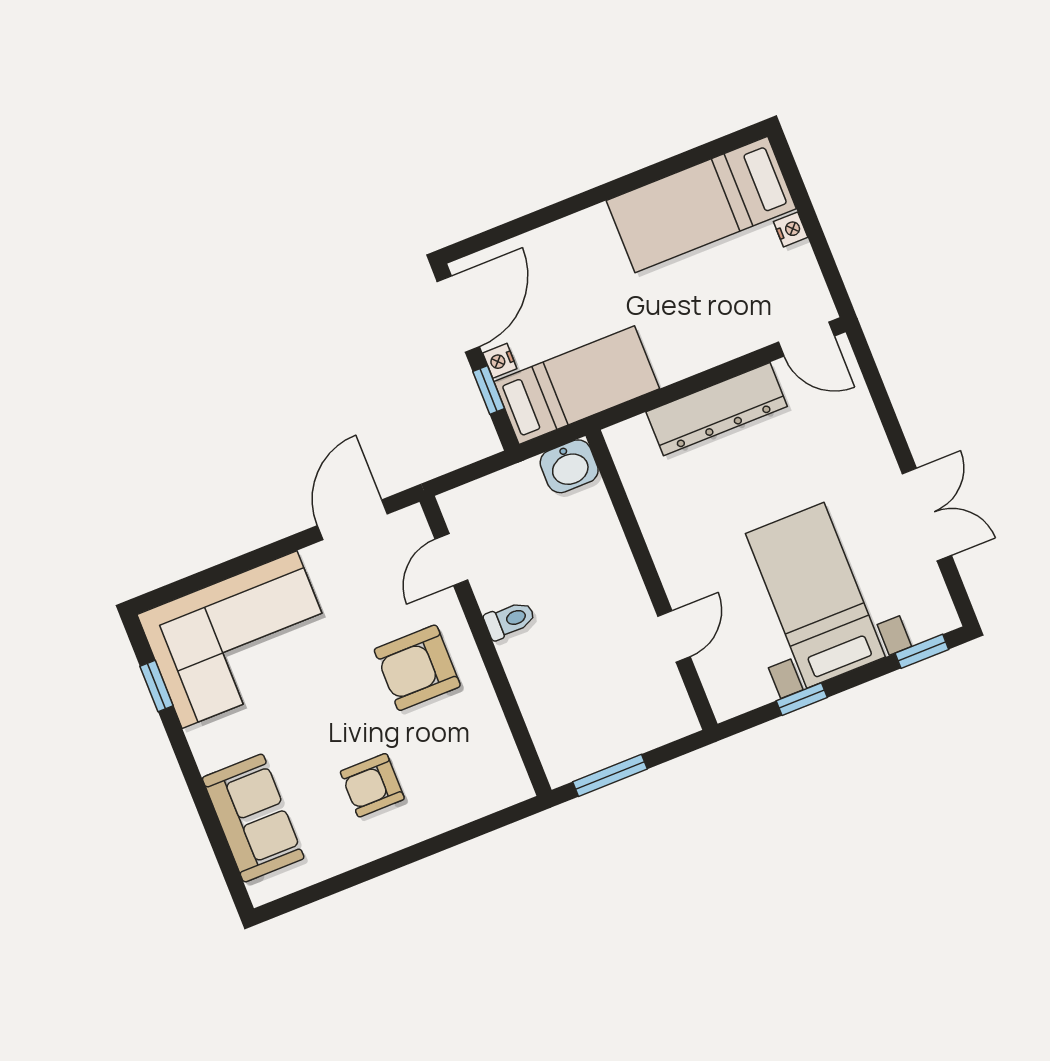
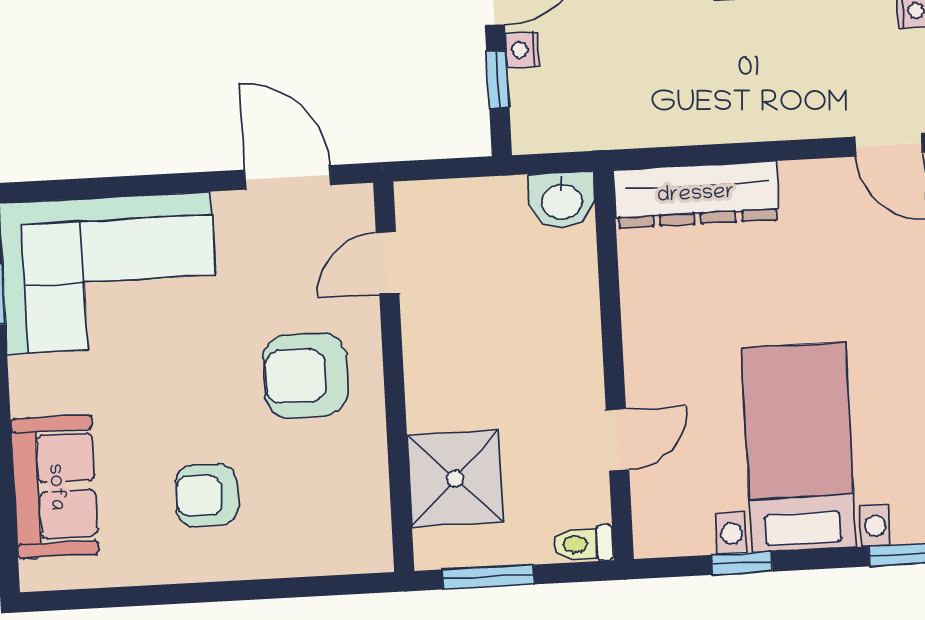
bed: (577, 385) -> (603, 108), removed
dresser: (717, 409) -> (696, 195), moved
door: (352, 520) -> (288, 177), hinge flipped
toilet: (510, 620) -> (584, 544), moved, turned 180
shower: (559, 708) -> (455, 479), added

